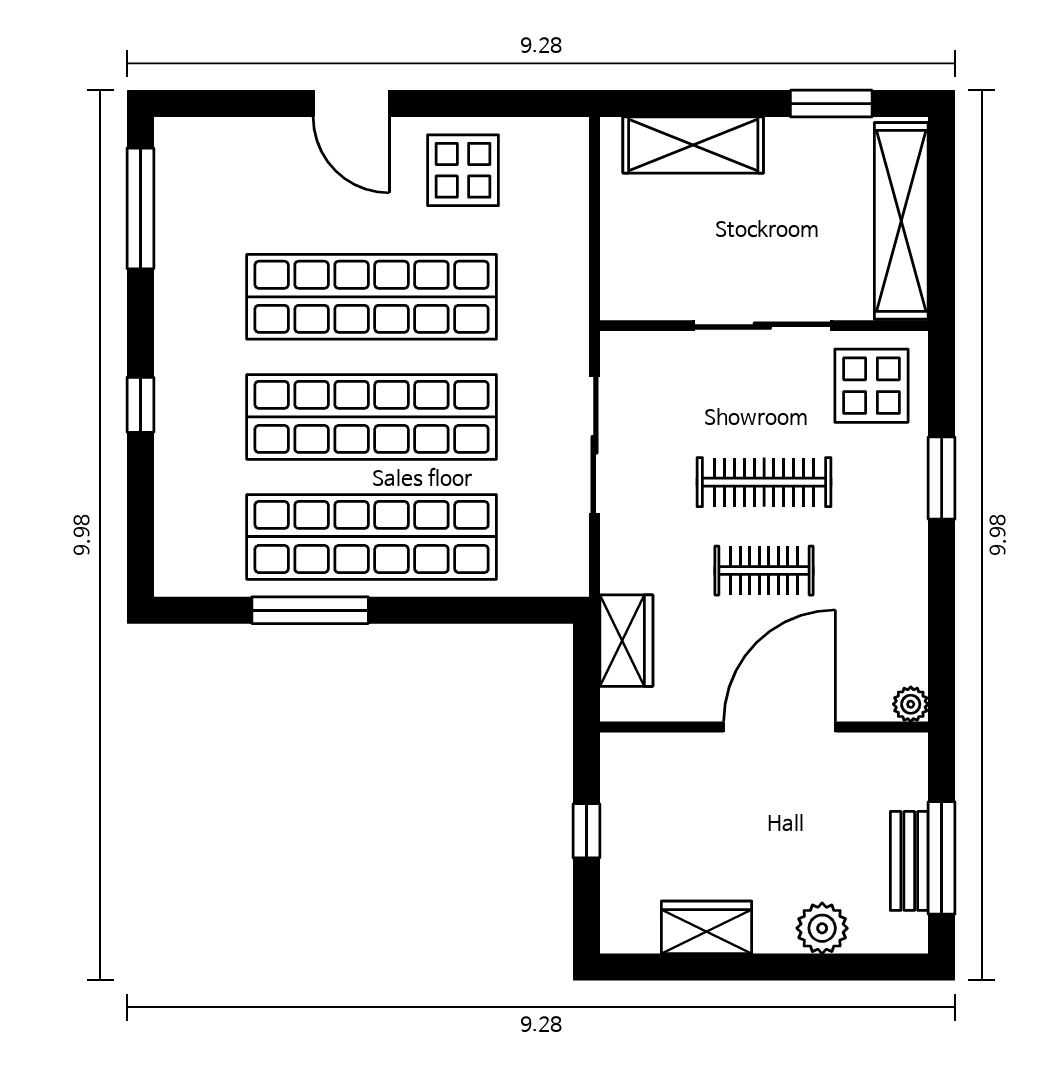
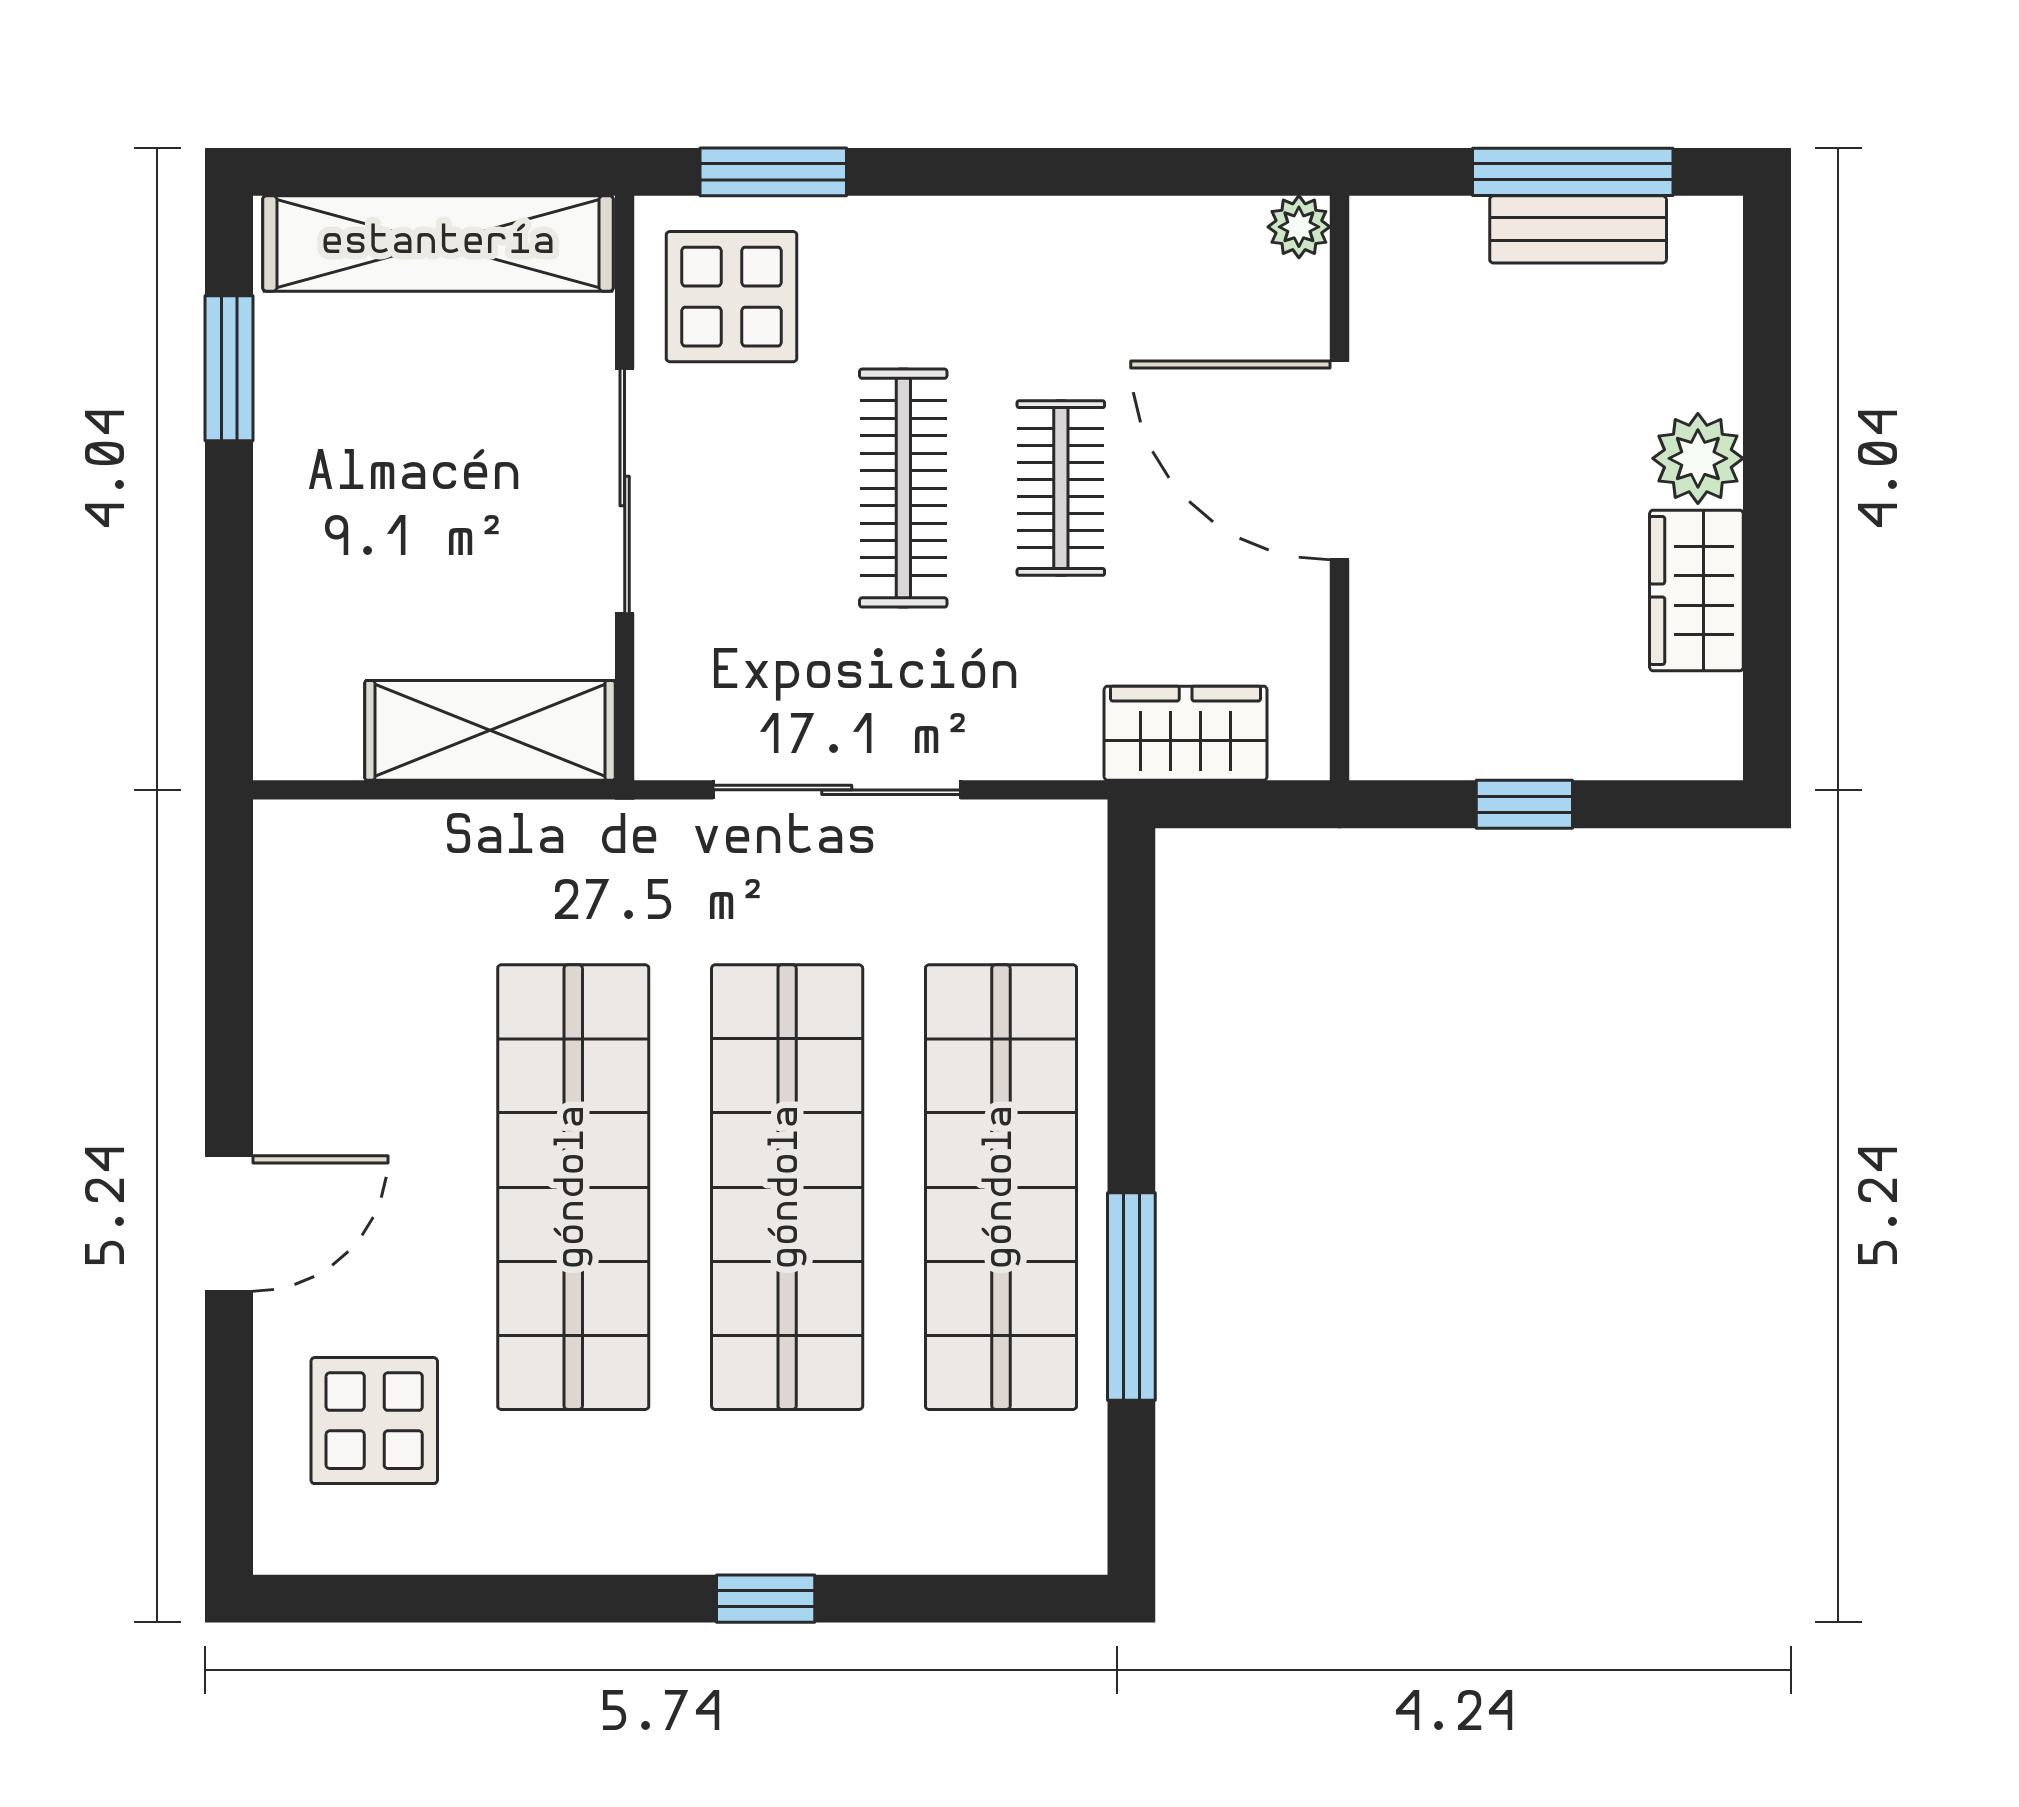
shelving: (693, 145) -> (490, 730), moved, turned 90
display table: (463, 170) -> (374, 1421), moved
window: (140, 208) -> (416, 1599), removed
window: (942, 478) -> (773, 172), moved
plant: (822, 928) -> (1698, 458), moved

